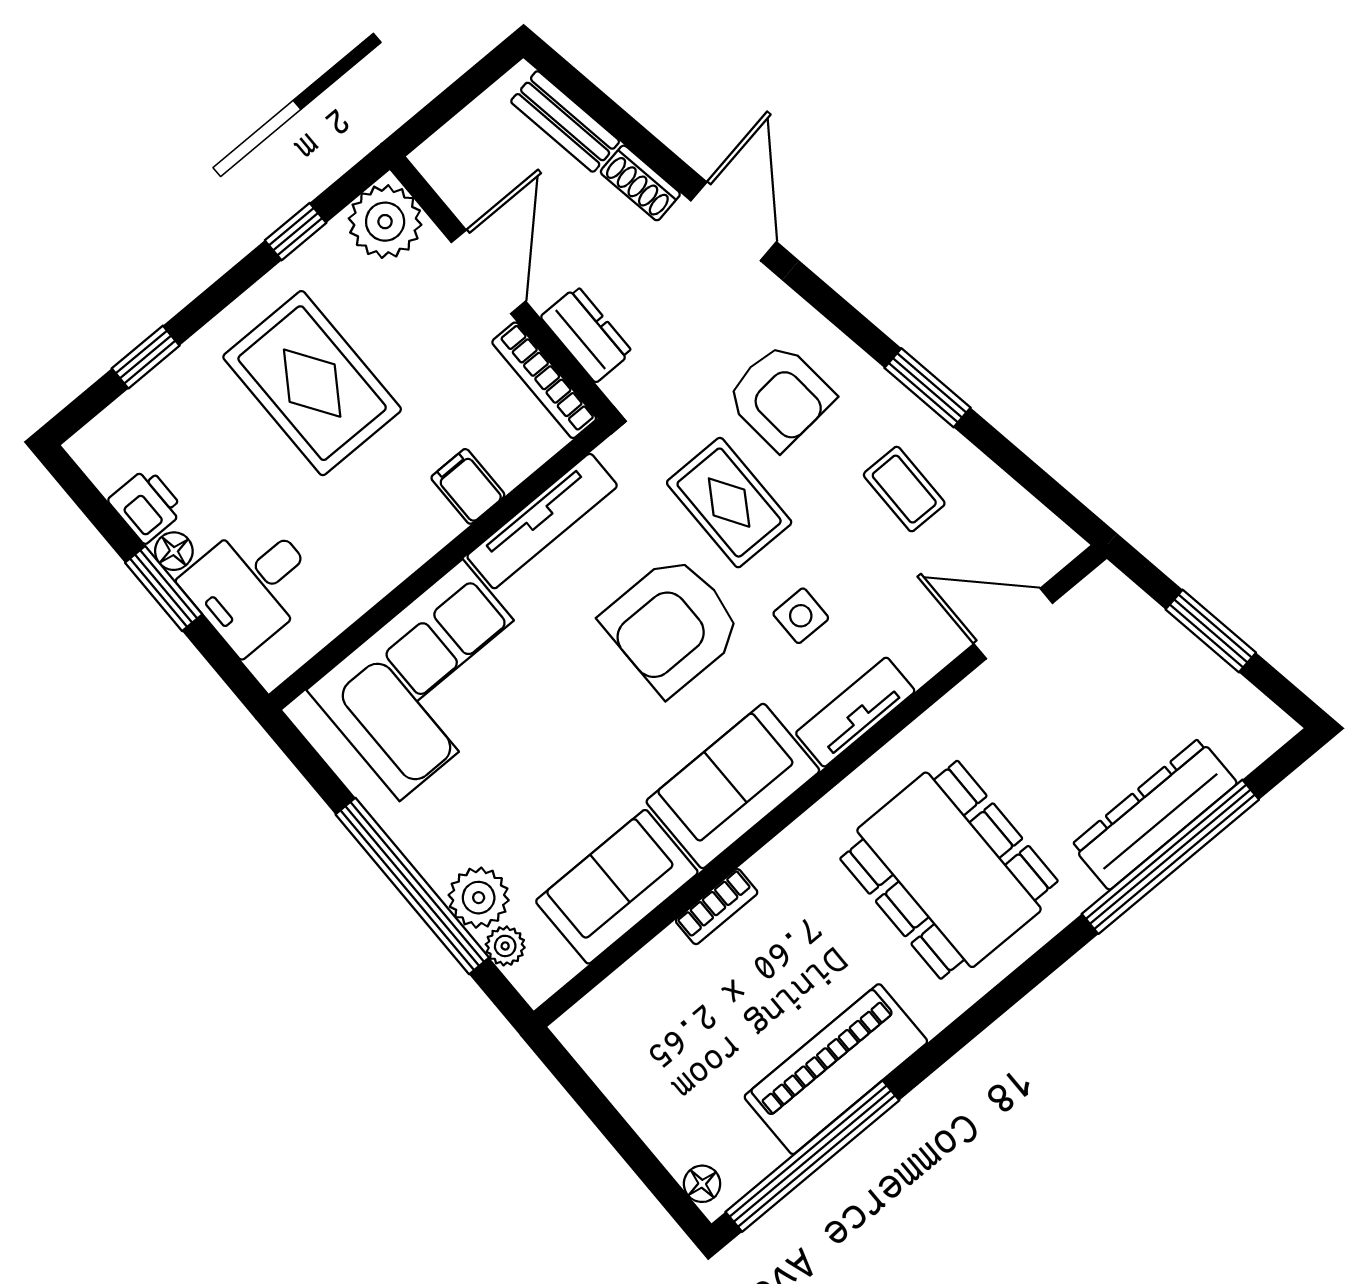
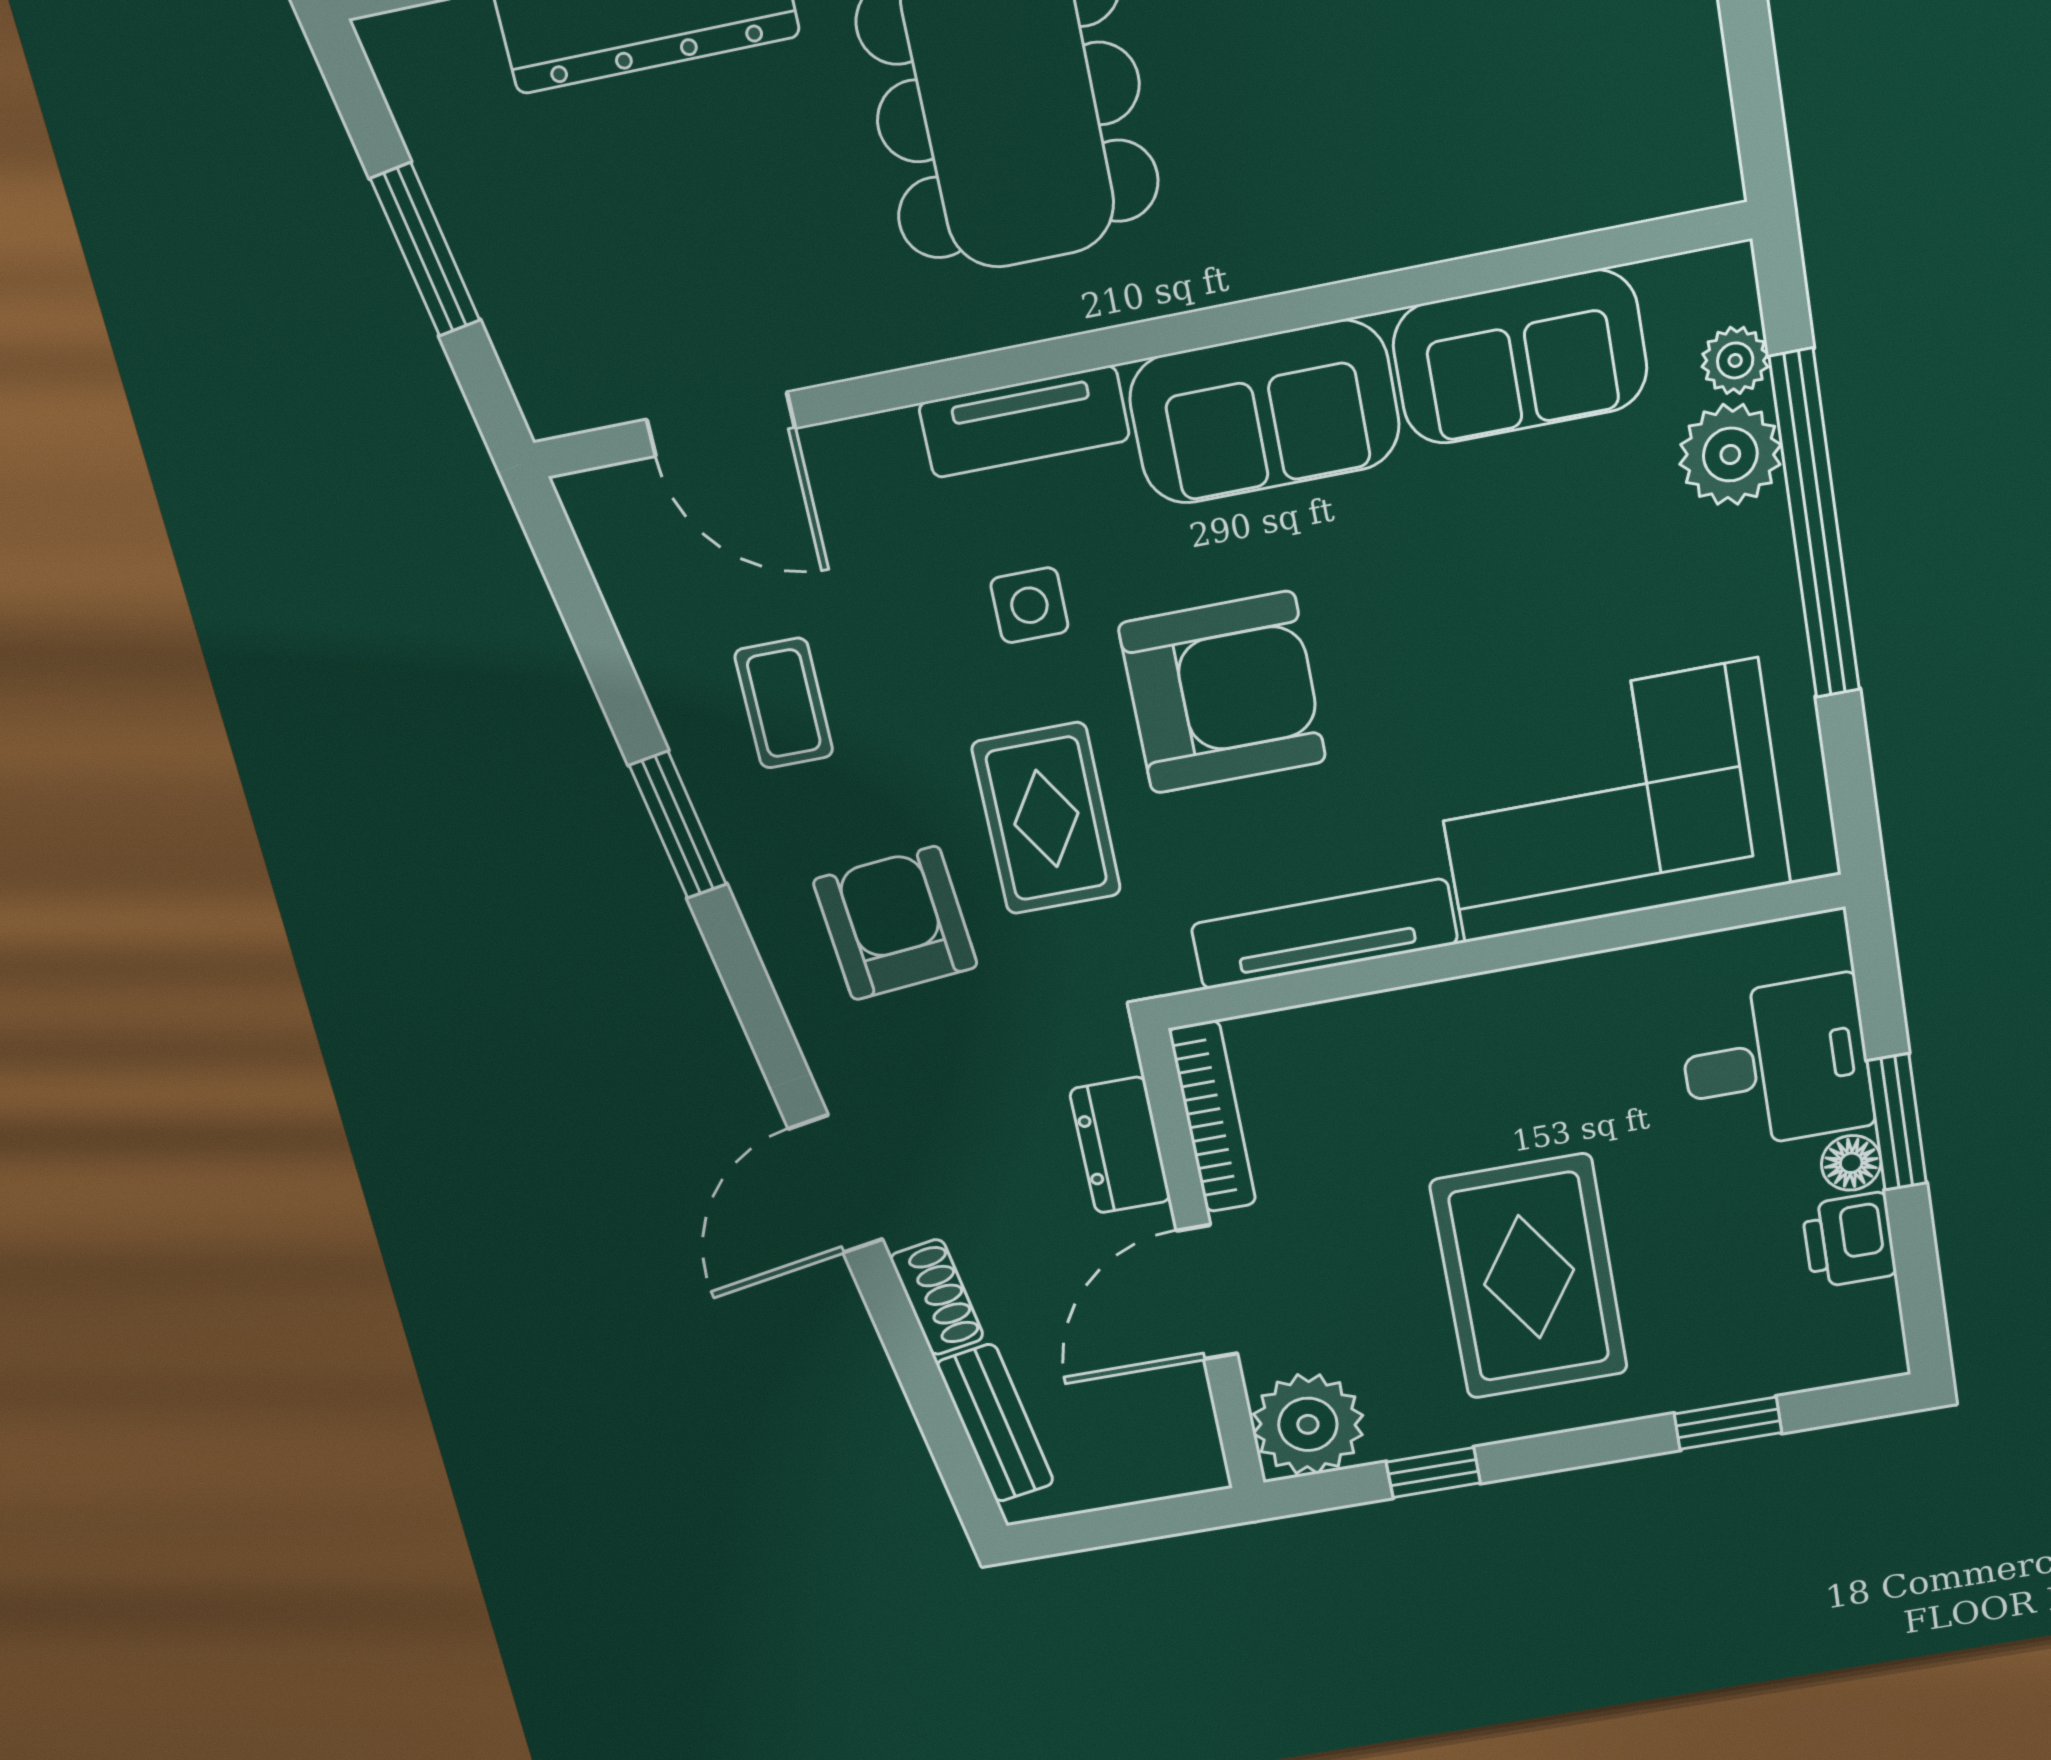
filing cabinet: (468, 486) -> (1400, 1034), removed
bookcase: (717, 907) -> (1390, 243), removed

